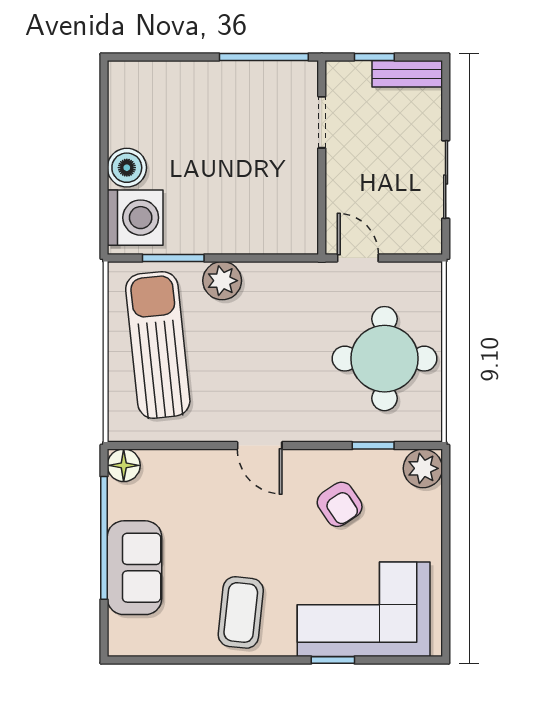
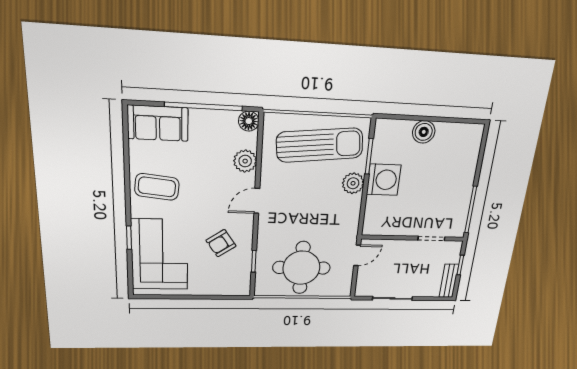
washing machine: (135, 218) -> (384, 180), moved, turned -90
plant: (423, 468) -> (245, 161), moved
sofa: (135, 568) -> (158, 123), moved

